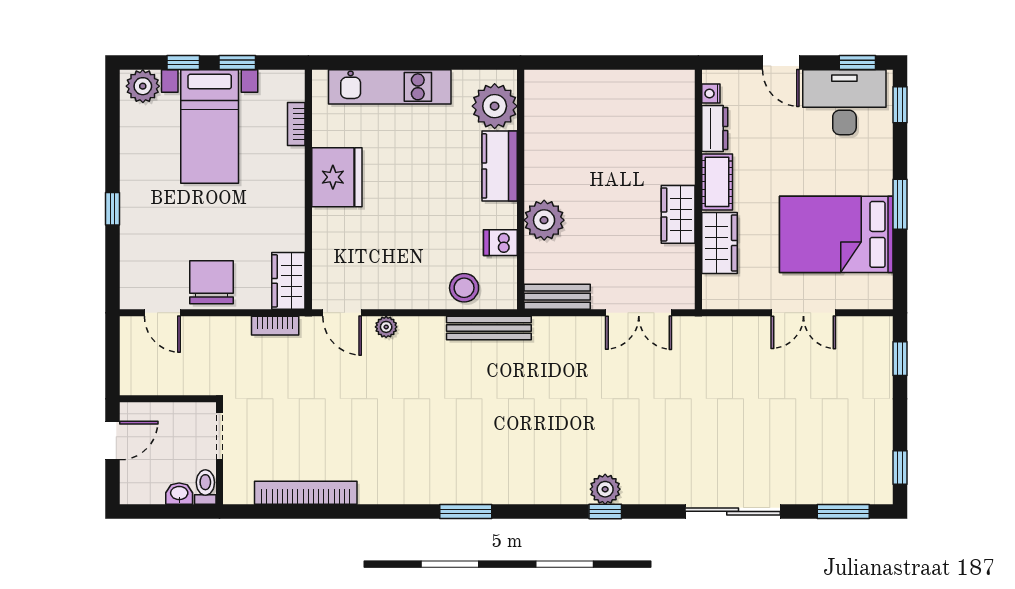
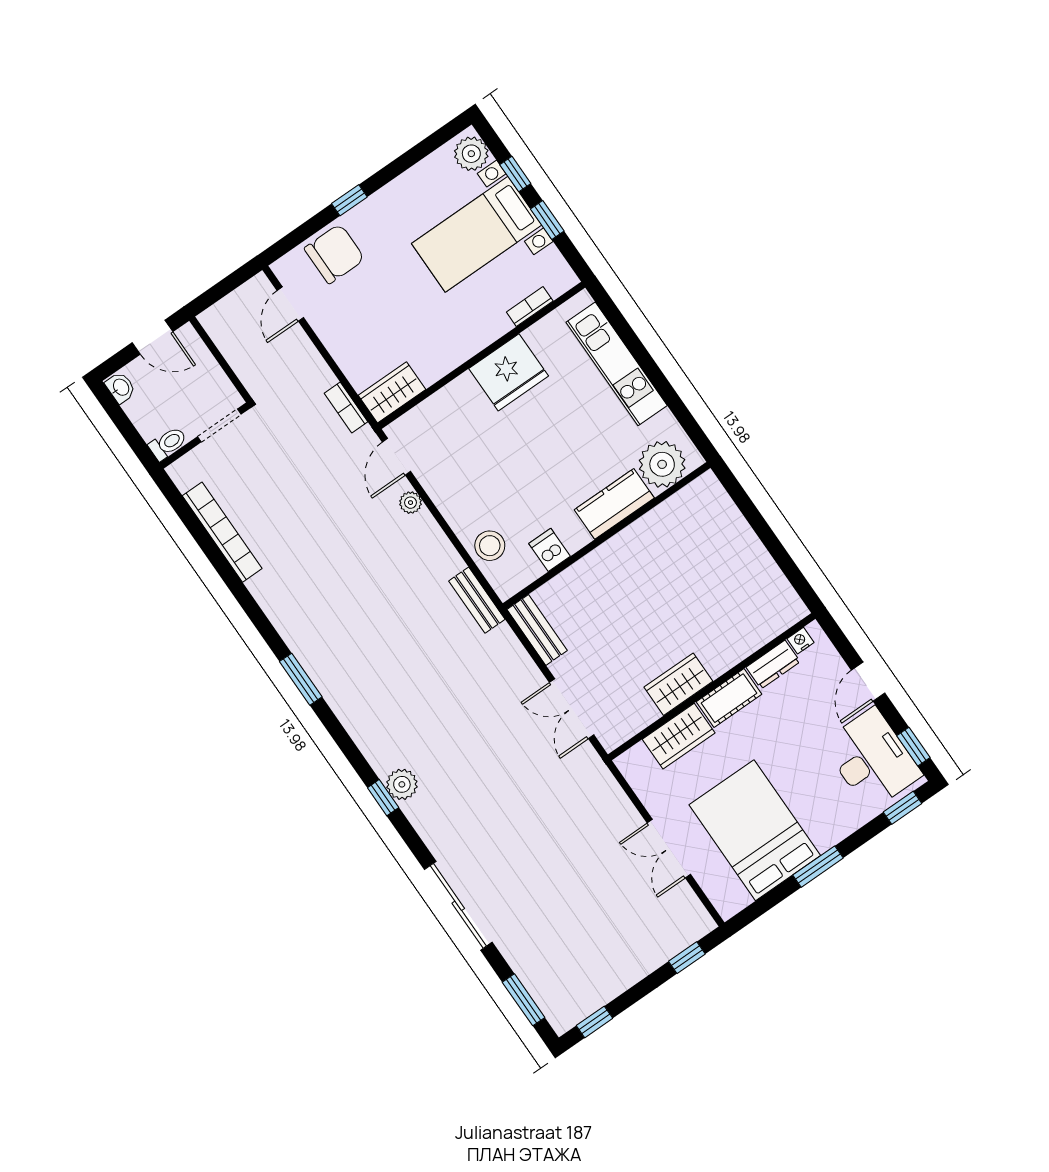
plant: (544, 220) -> (594, 574), removed
chair: (212, 282) -> (334, 254), moved
bench: (489, 328) -> (477, 600), width x0.73
washbasin: (179, 494) -> (121, 388), moved

